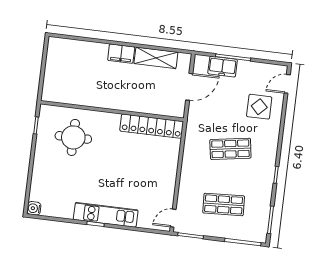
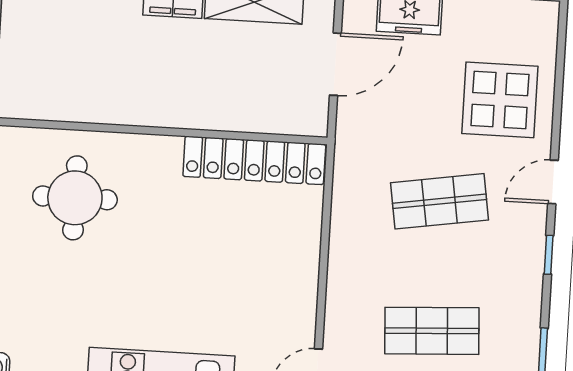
door: (287, 84) -> (553, 182), moved
display table: (259, 107) -> (500, 100), width x1.36, depth x1.36

